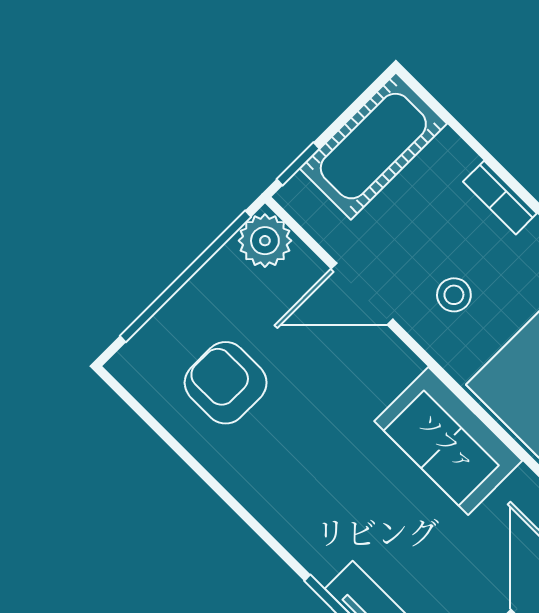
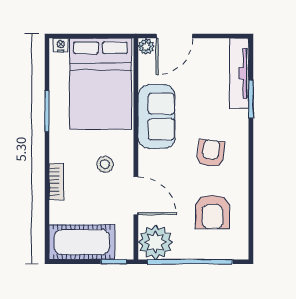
plant: (265, 241) -> (155, 242), width x1.36, depth x1.36
armchair: (314, 467) -> (211, 153), added

